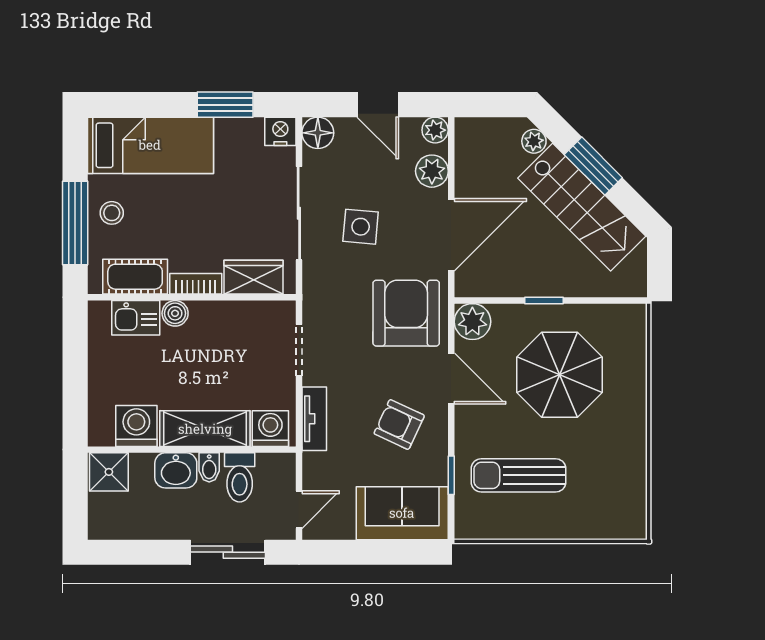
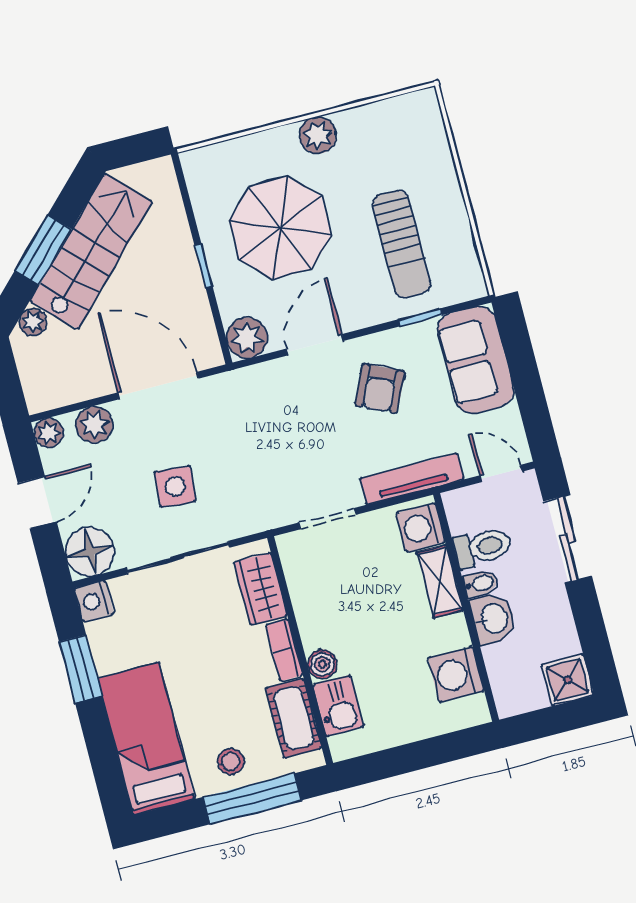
floor lamp: (318, 133) -> (90, 552), width x1.38, depth x1.38
armchair: (406, 313) -> (256, 412), removed
tv unit: (314, 419) -> (412, 479), width x1.41
plant: (631, 428) -> (318, 135), added
shelving: (205, 429) -> (440, 581), width x0.67, depth x0.75
shower: (109, 472) -> (567, 680), moved

